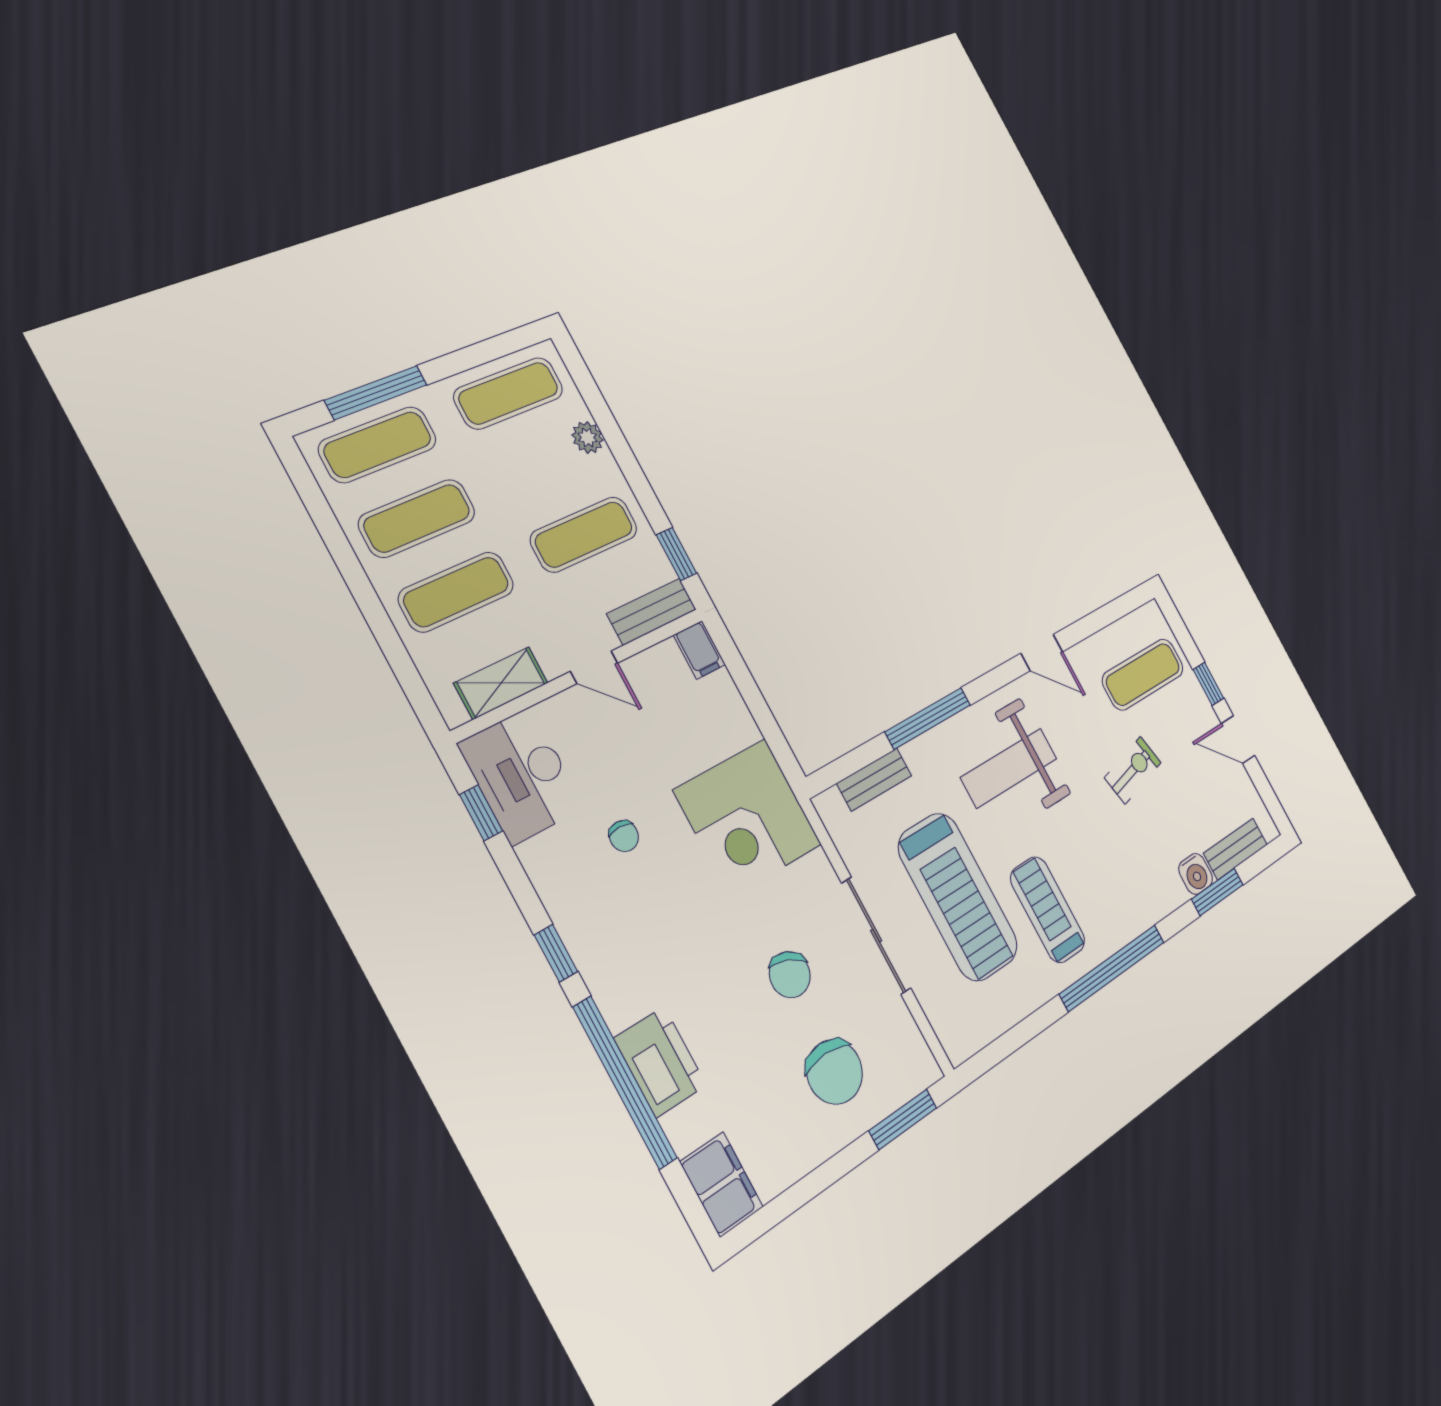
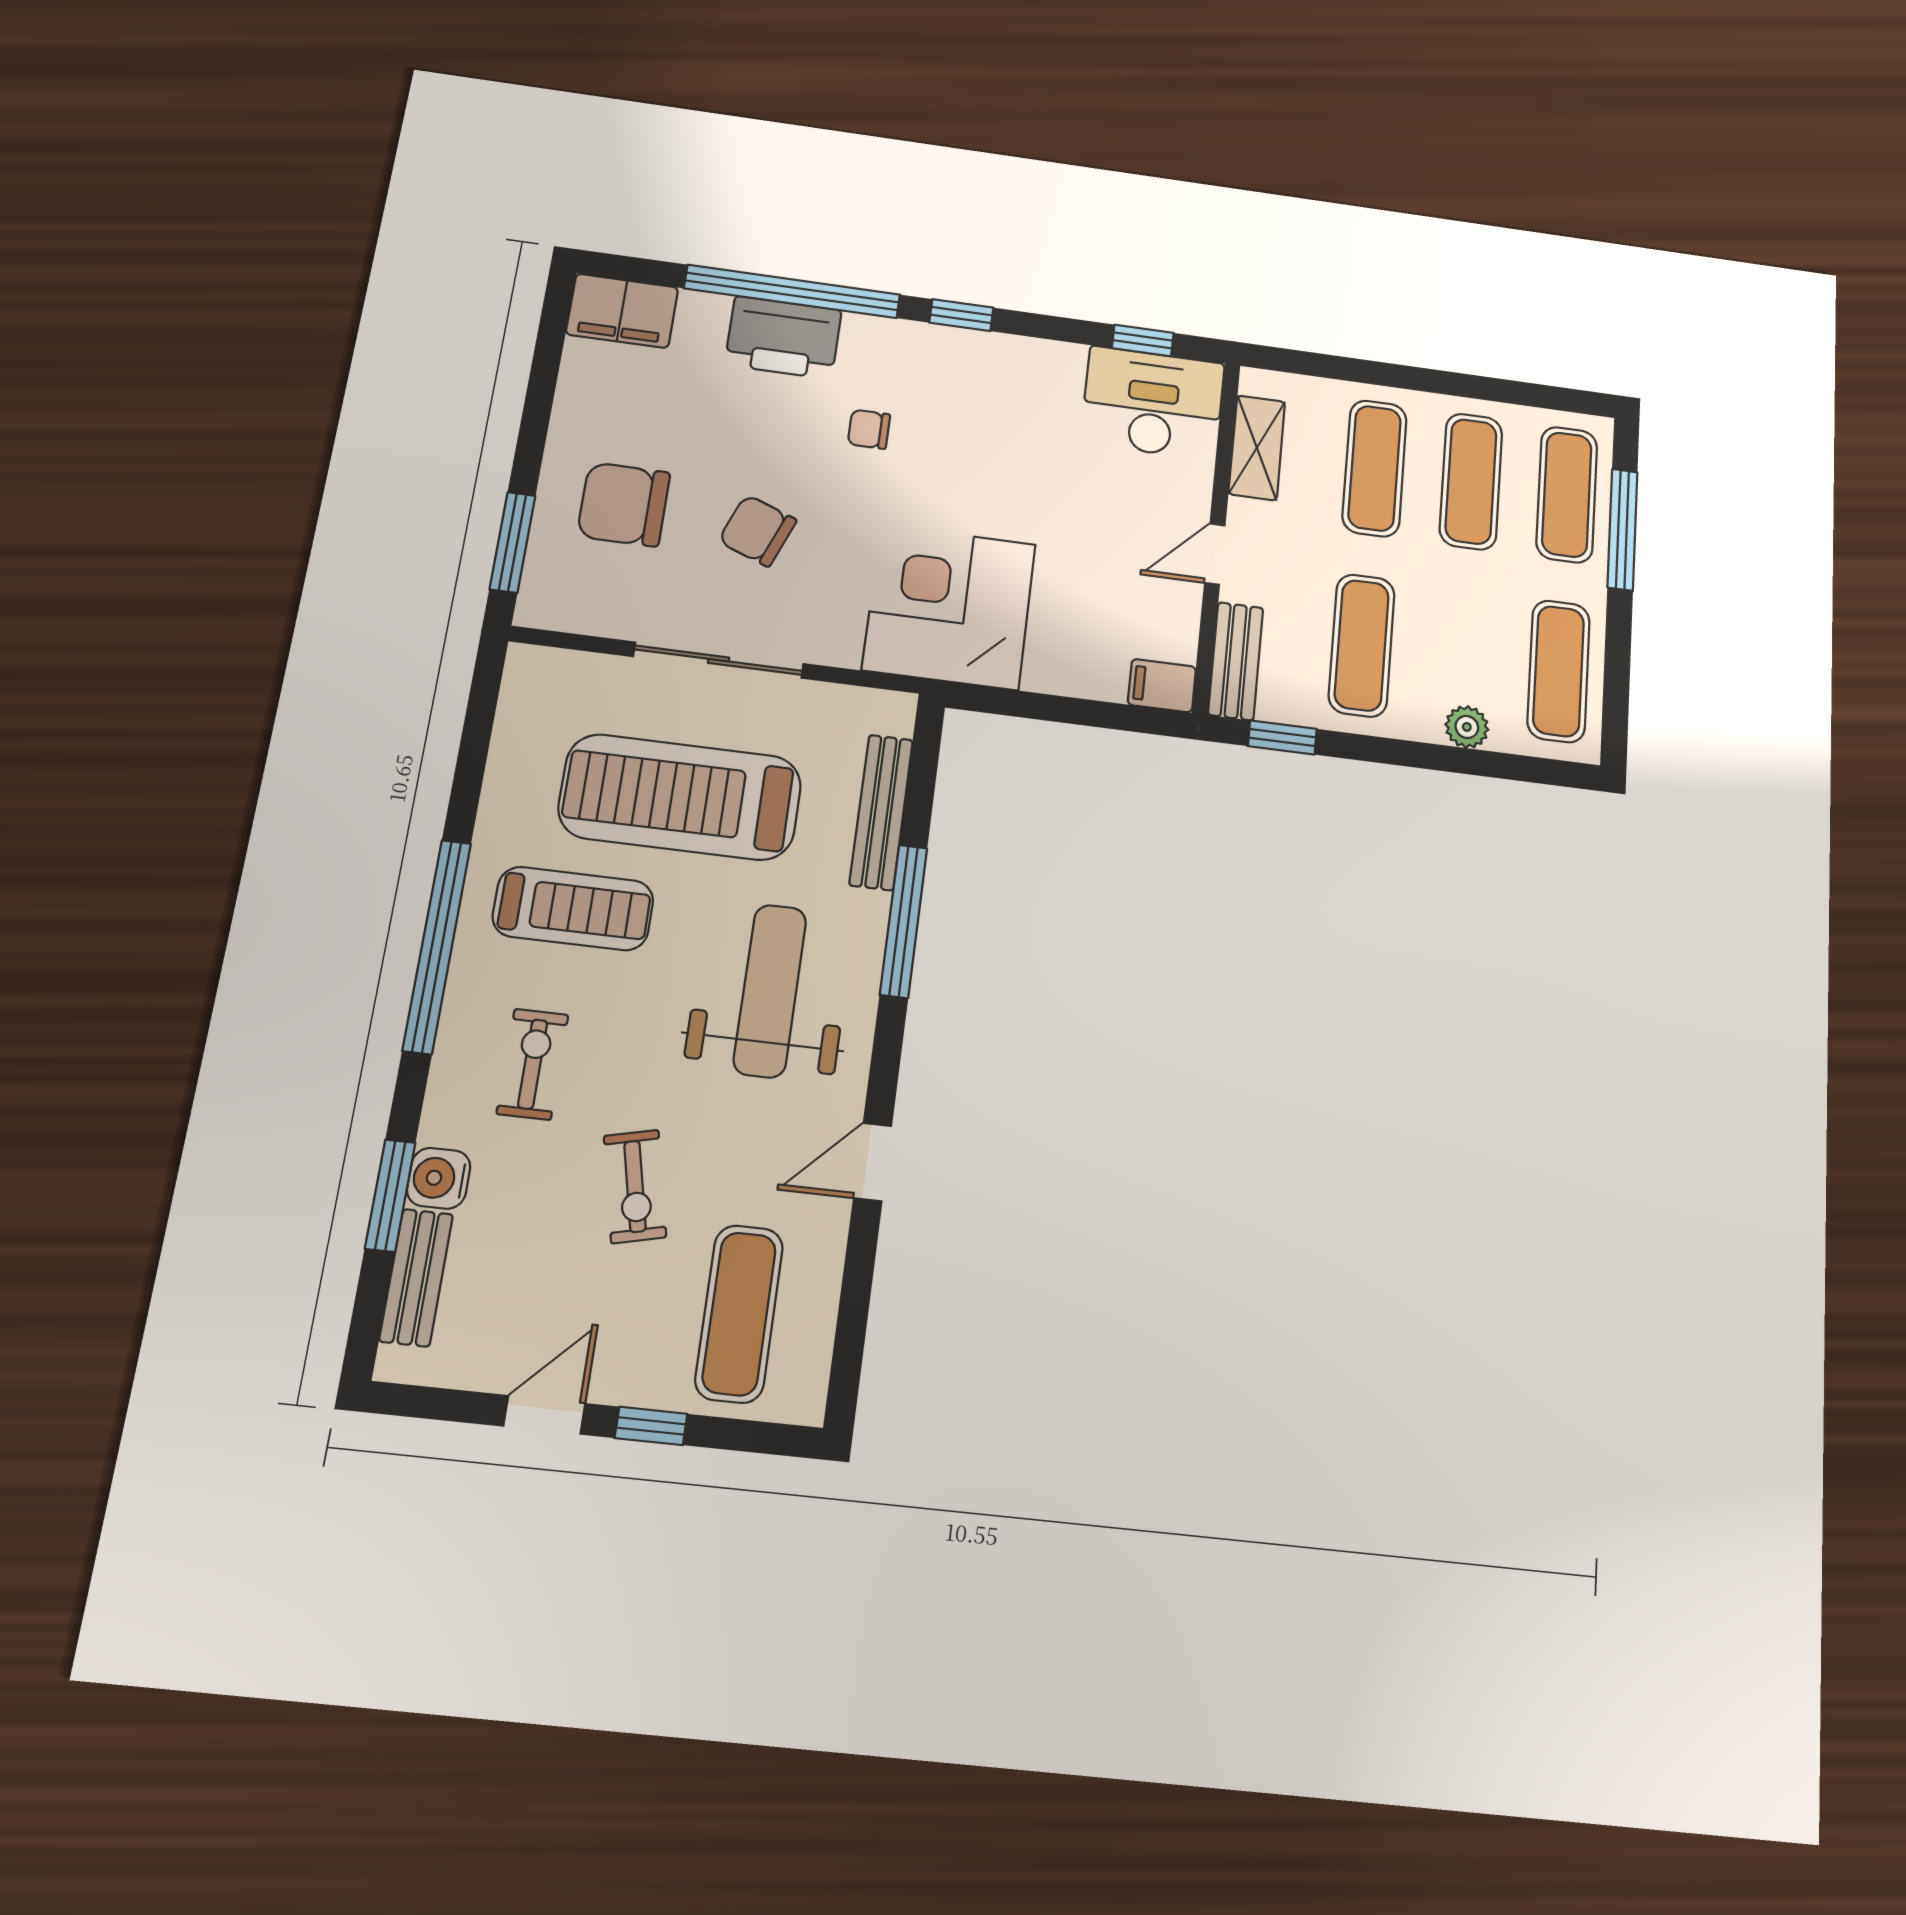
bench: (874, 779) -> (881, 812), width x1.36
chair: (624, 836) -> (869, 429), moved
exercise bike: (1123, 869) -> (533, 1064), added

